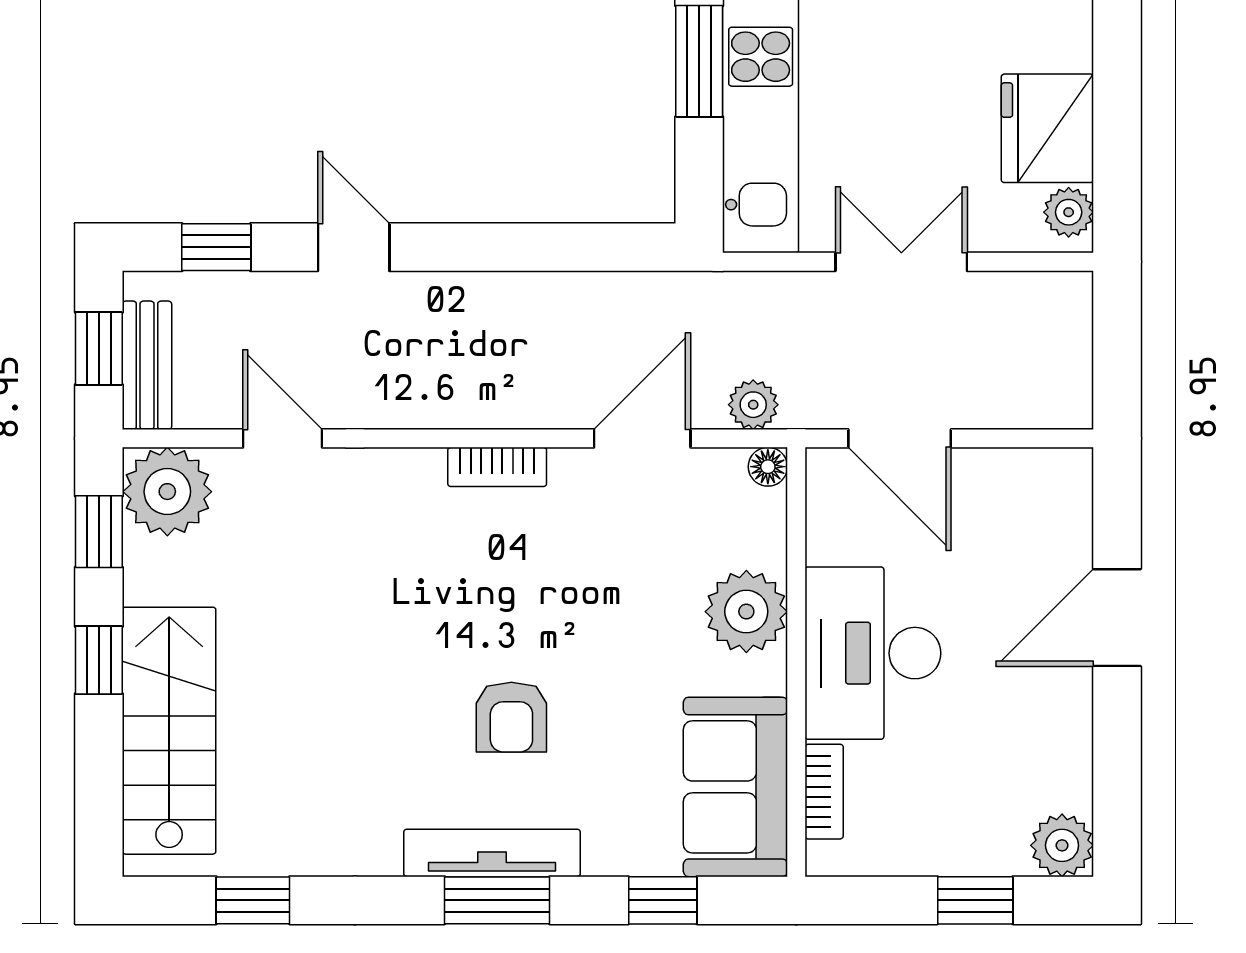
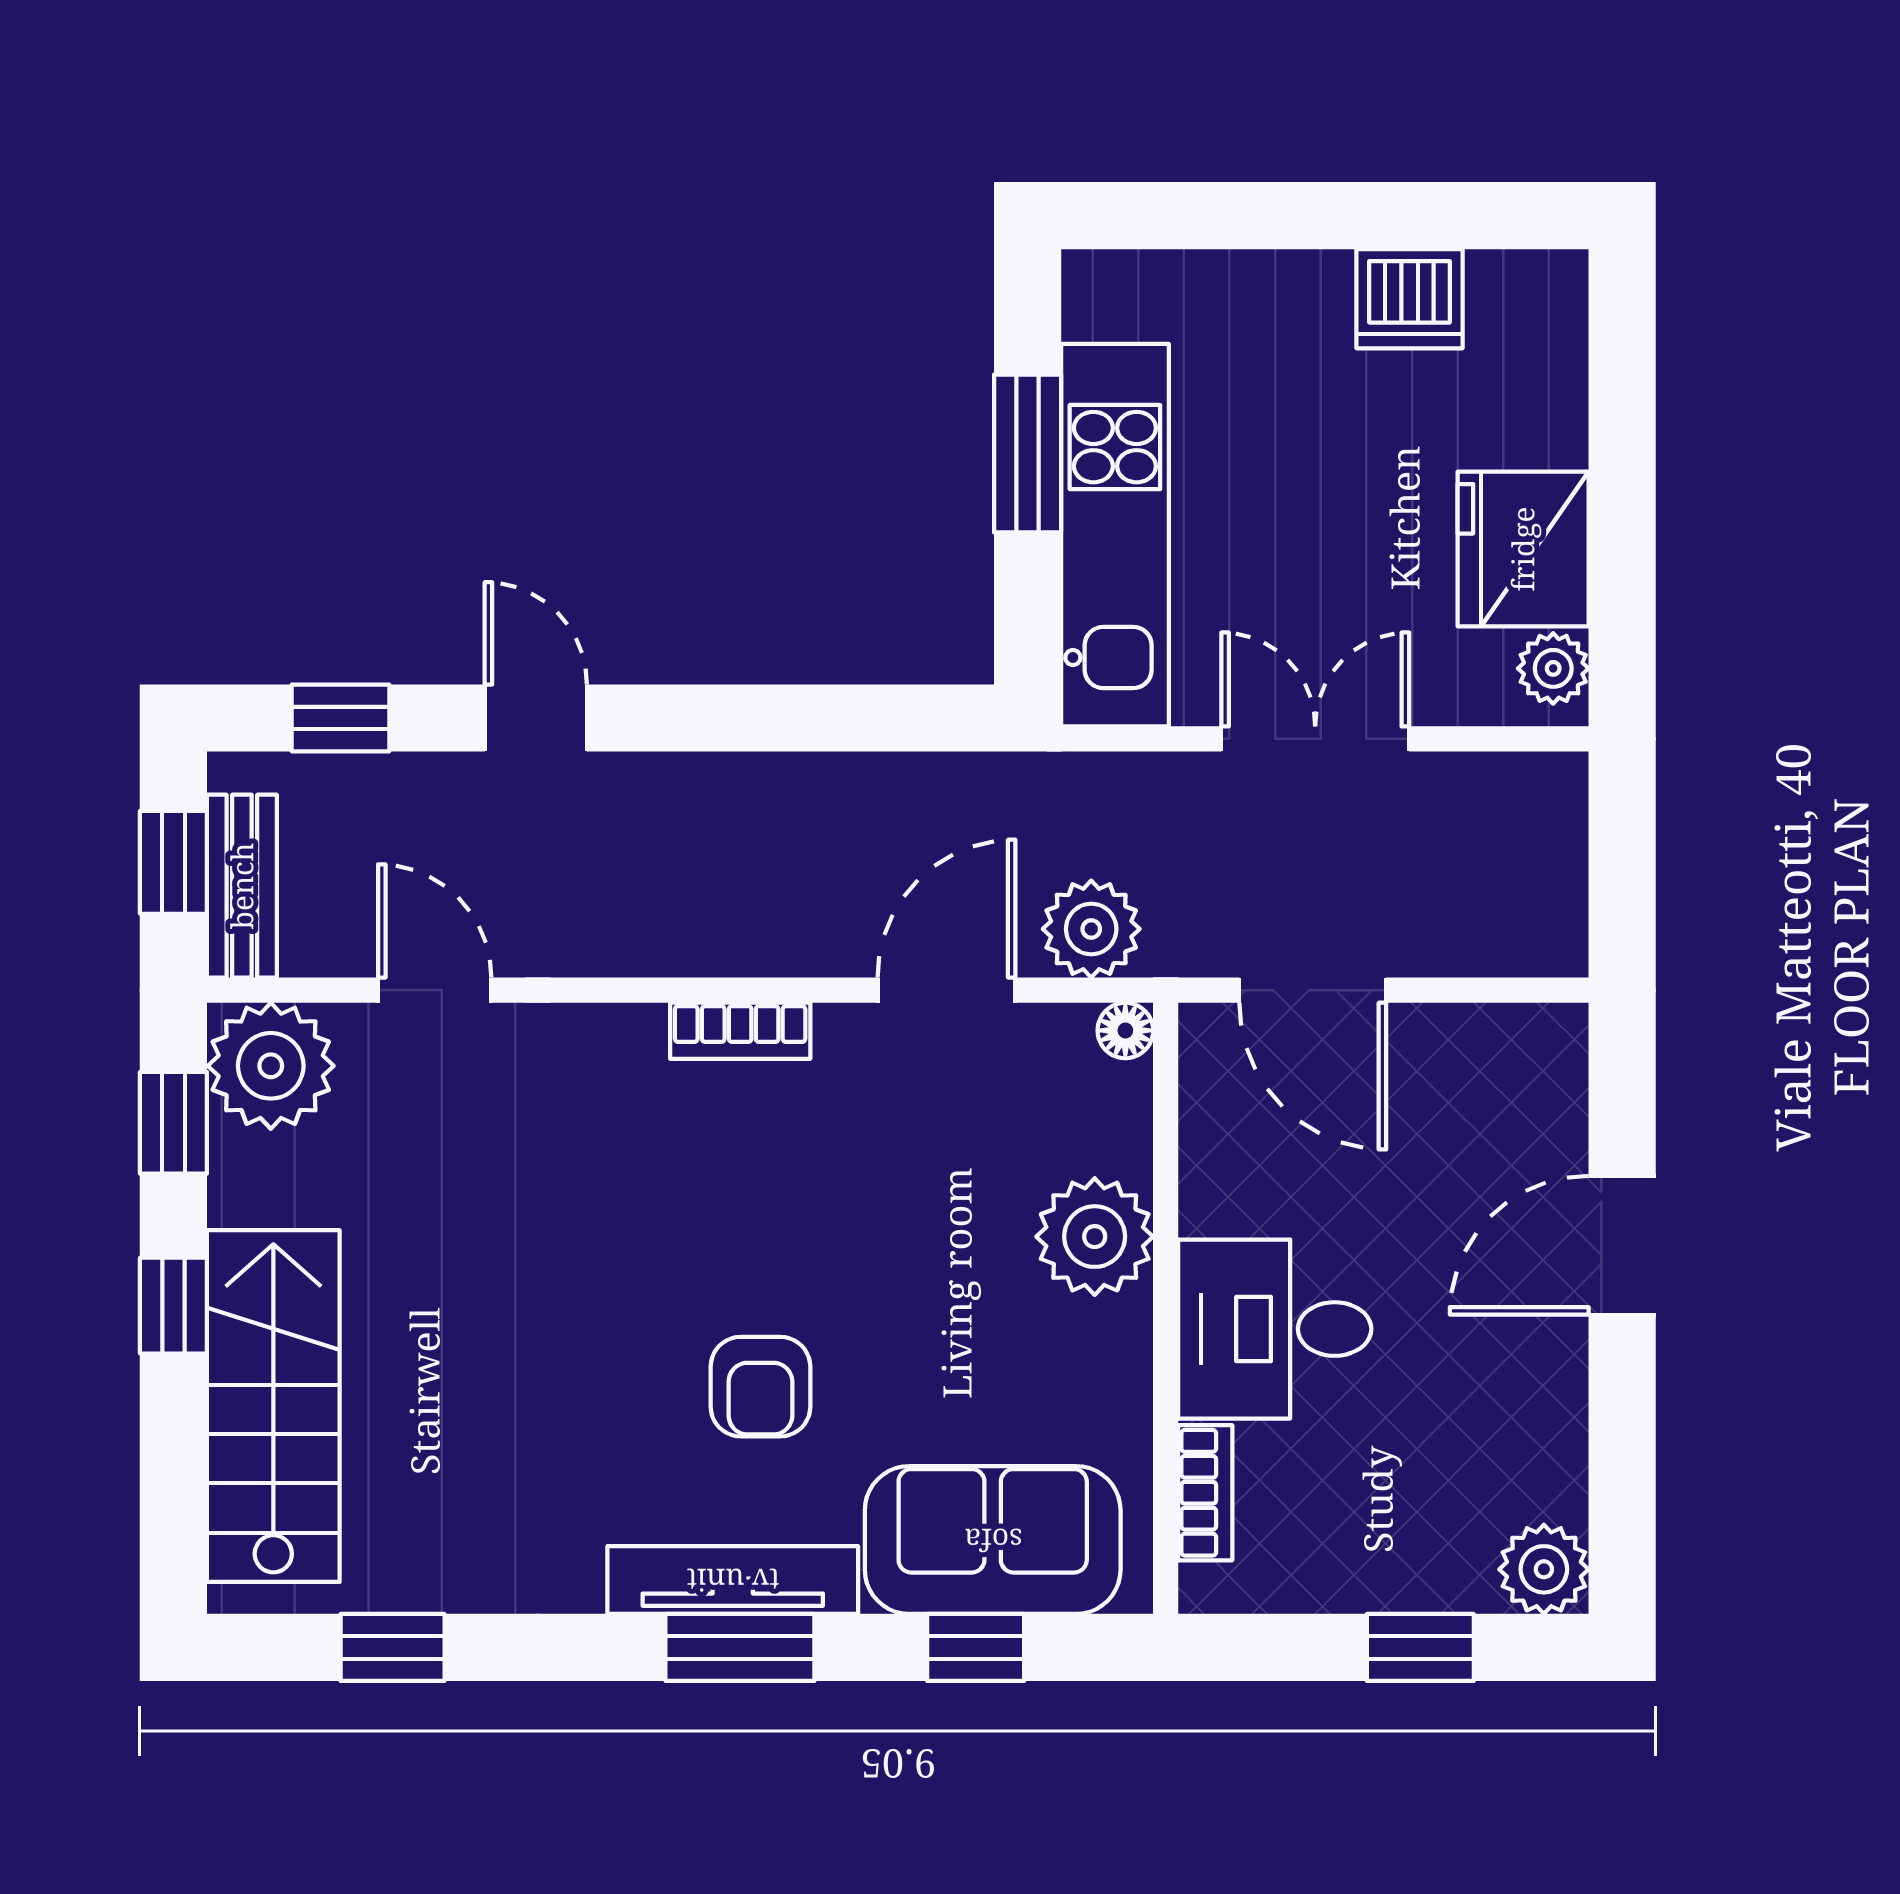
plant: (753, 405) -> (1091, 929), width x1.38, depth x1.38
desk: (873, 653) -> (1275, 1329), width x0.73
sofa: (735, 787) -> (993, 1540), moved, turned 90

